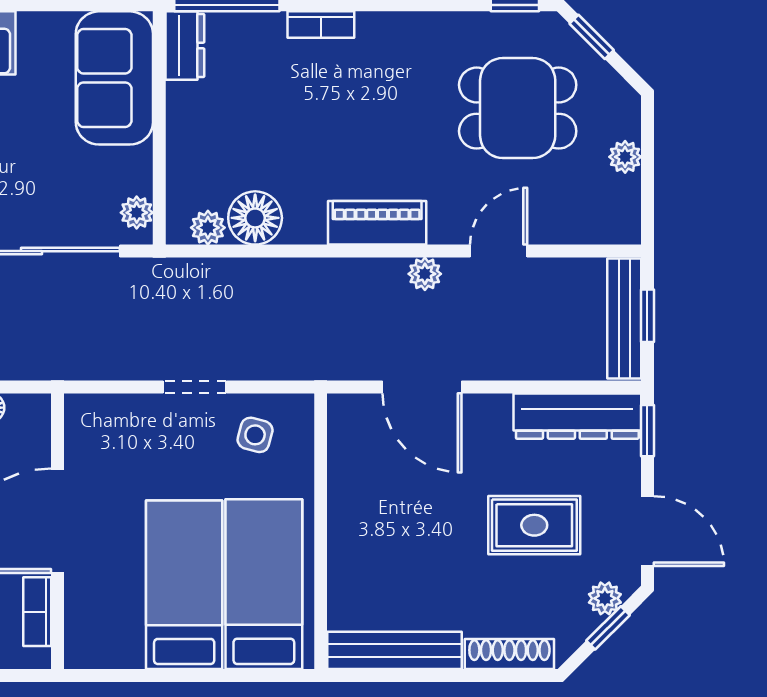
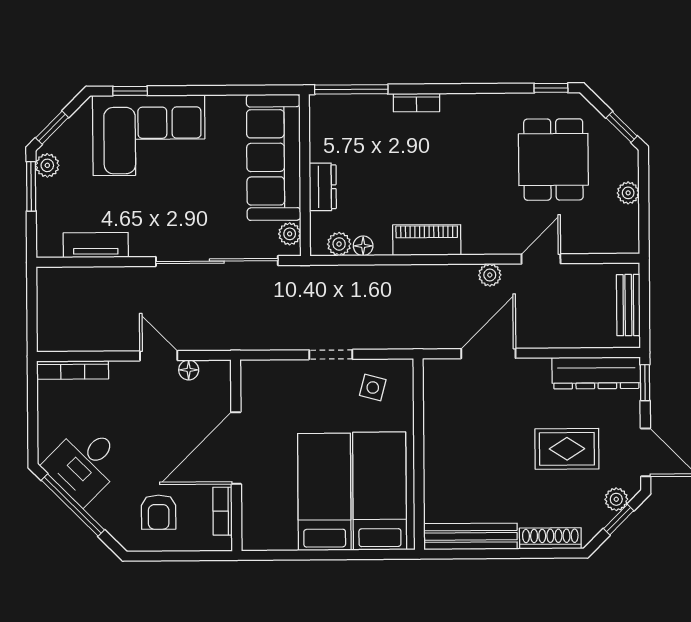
window: (592, 37) -> (622, 127), moved
dresser: (185, 45) -> (323, 187), moved
sofa: (114, 78) -> (274, 157), width x1.36
dining table: (518, 108) -> (553, 160), turned 90
floor lamp: (255, 218) -> (363, 246), width x0.53, depth x0.53
piano: (377, 223) -> (427, 240), moved
window: (647, 316) -> (644, 303), removed
bench: (624, 319) -> (628, 305), width x0.73
door: (422, 387) -> (488, 353), swing flipped

